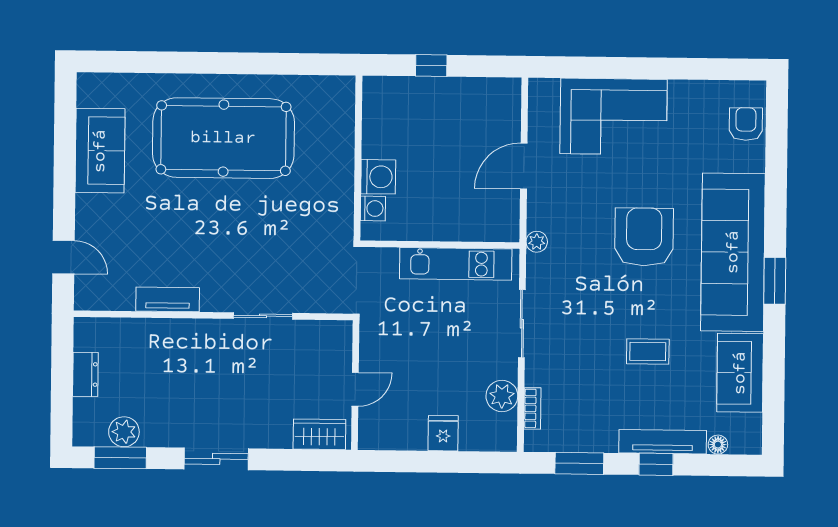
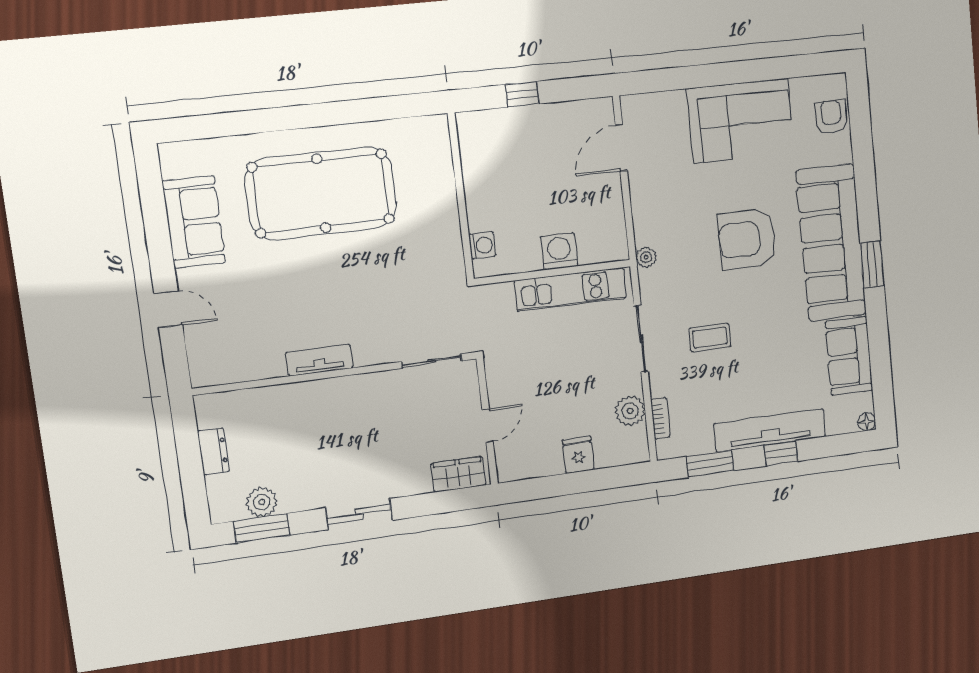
corner sofa: (613, 117) -> (740, 121), moved
door: (524, 166) -> (621, 148), moved
washing machine: (378, 177) -> (559, 251), moved, turned -90
armchair: (644, 237) -> (747, 239), turned -90
door: (64, 257) -> (168, 309), moved
tv unit: (168, 299) -> (319, 360), moved
sliding door: (263, 316) -> (432, 361), moved
coffee table: (648, 351) -> (710, 337), moved
tv unit: (663, 442) -> (770, 430), width x1.36, depth x1.29
floor lamp: (718, 445) -> (867, 422), moved

